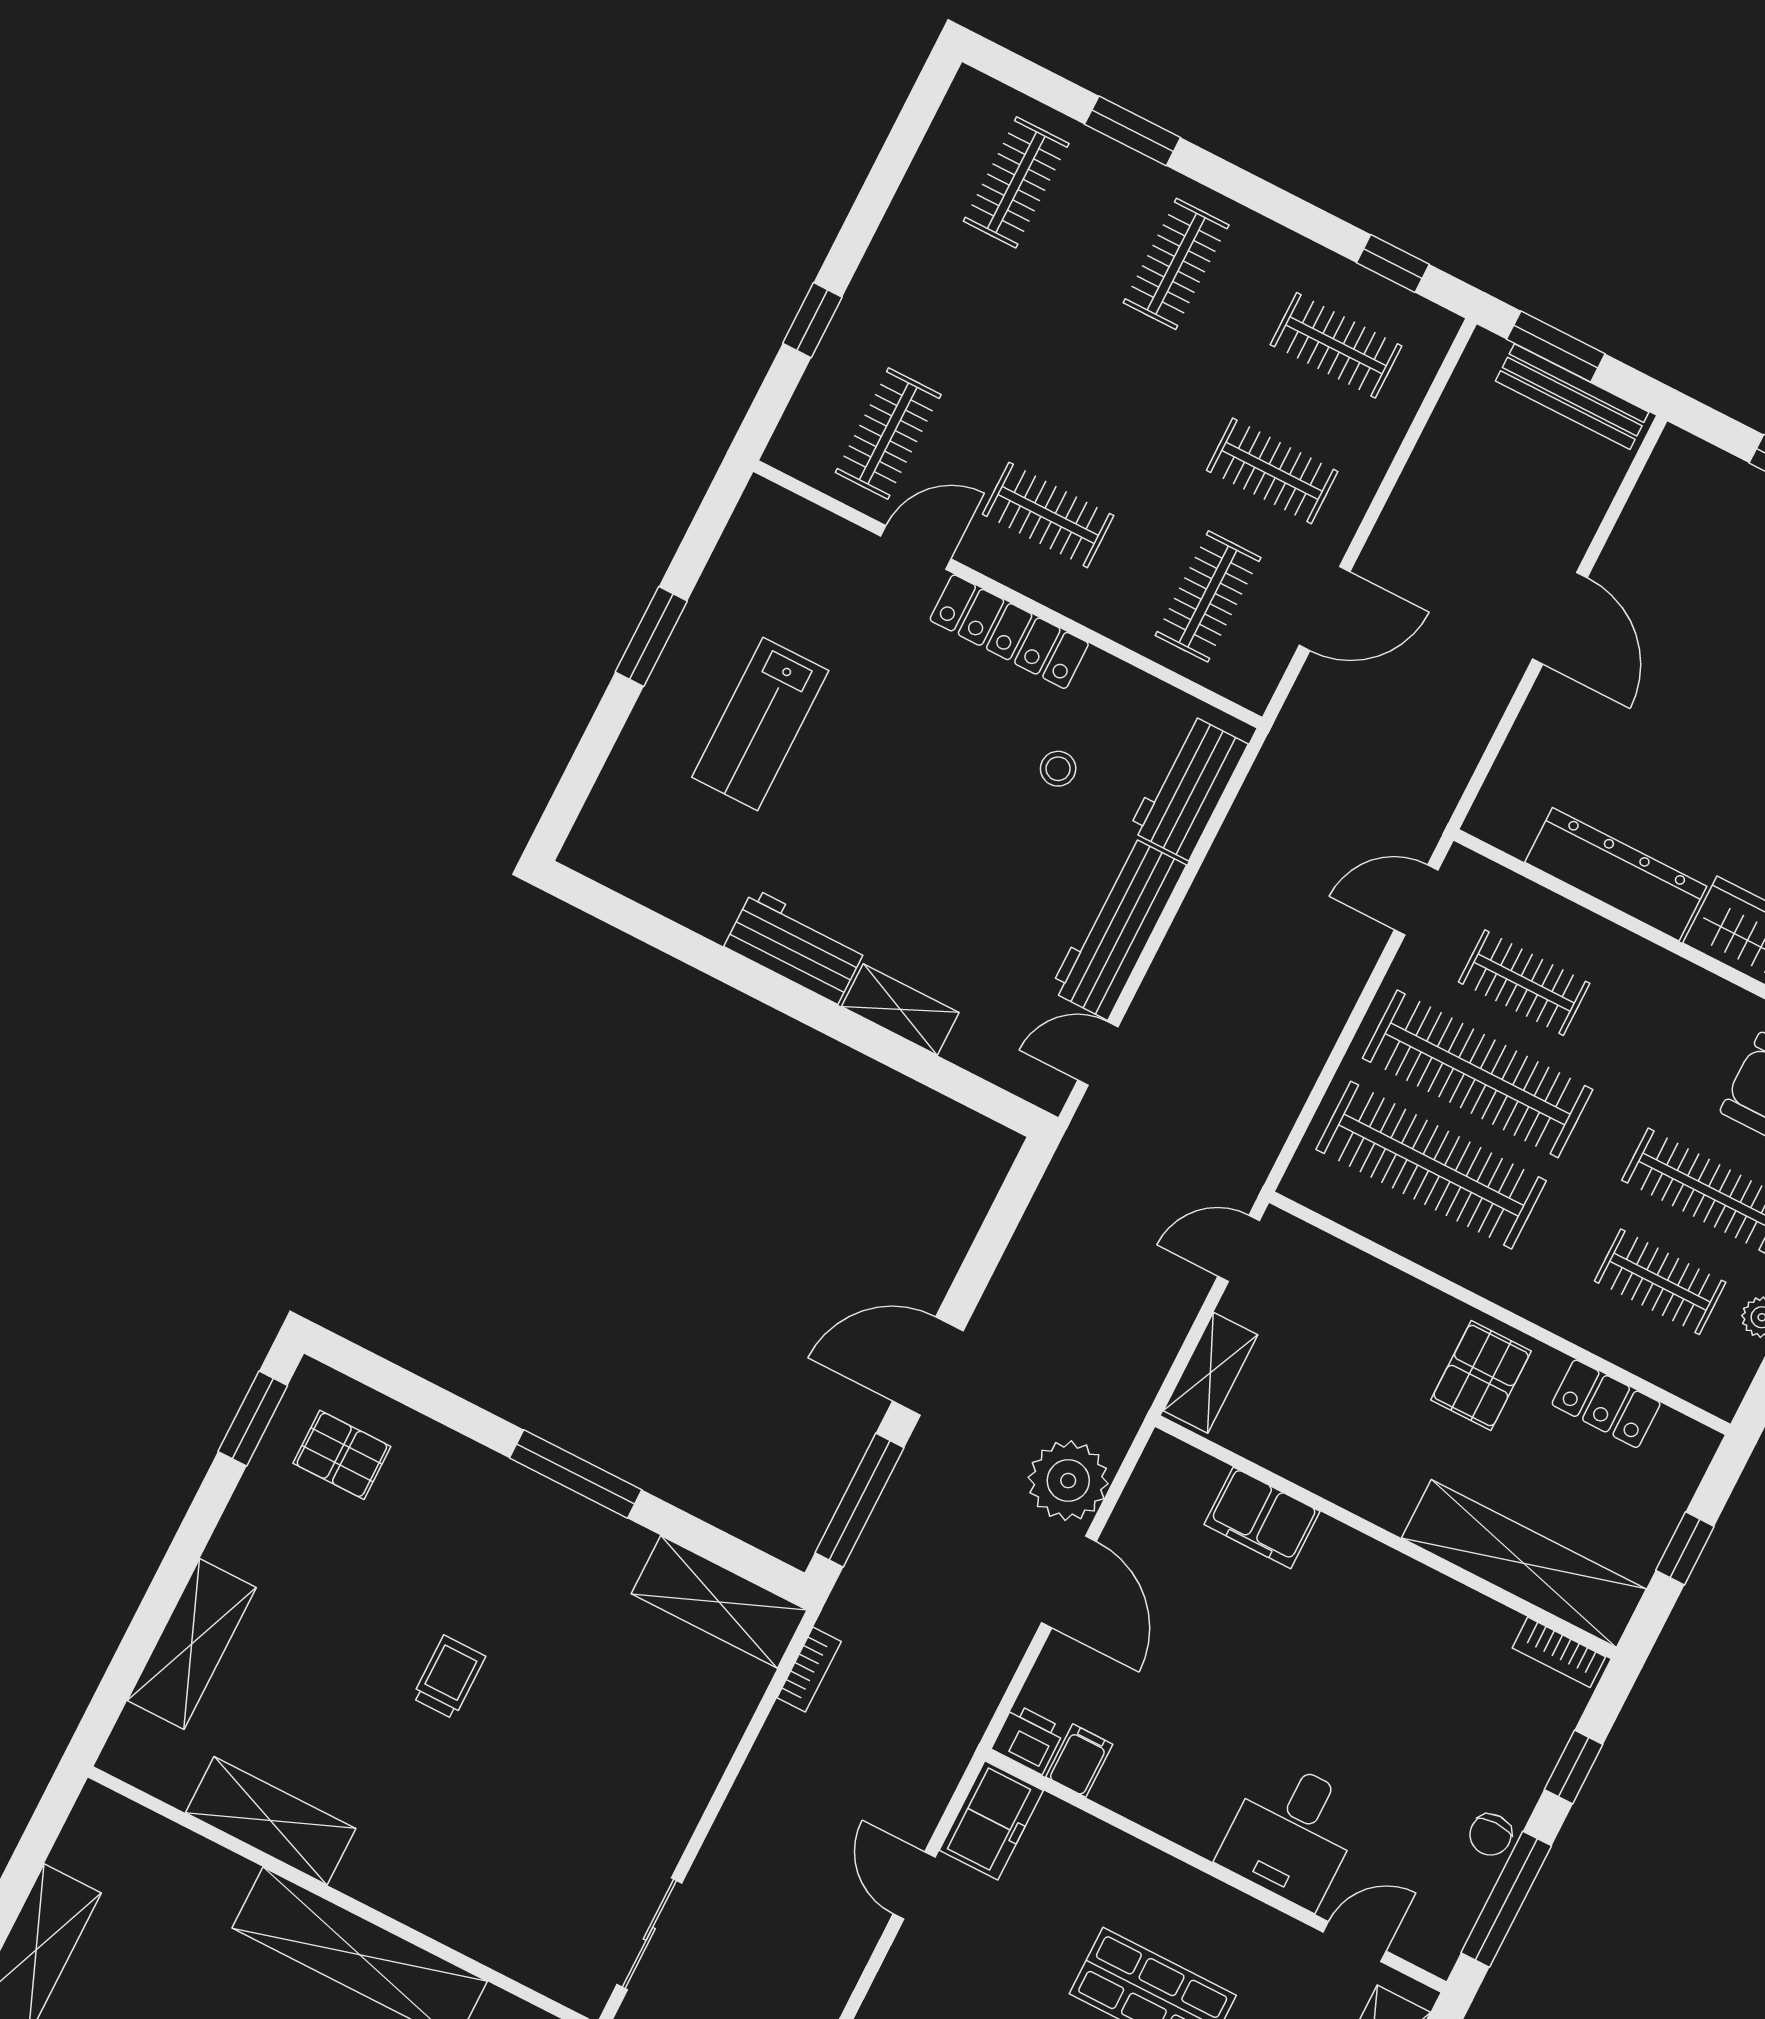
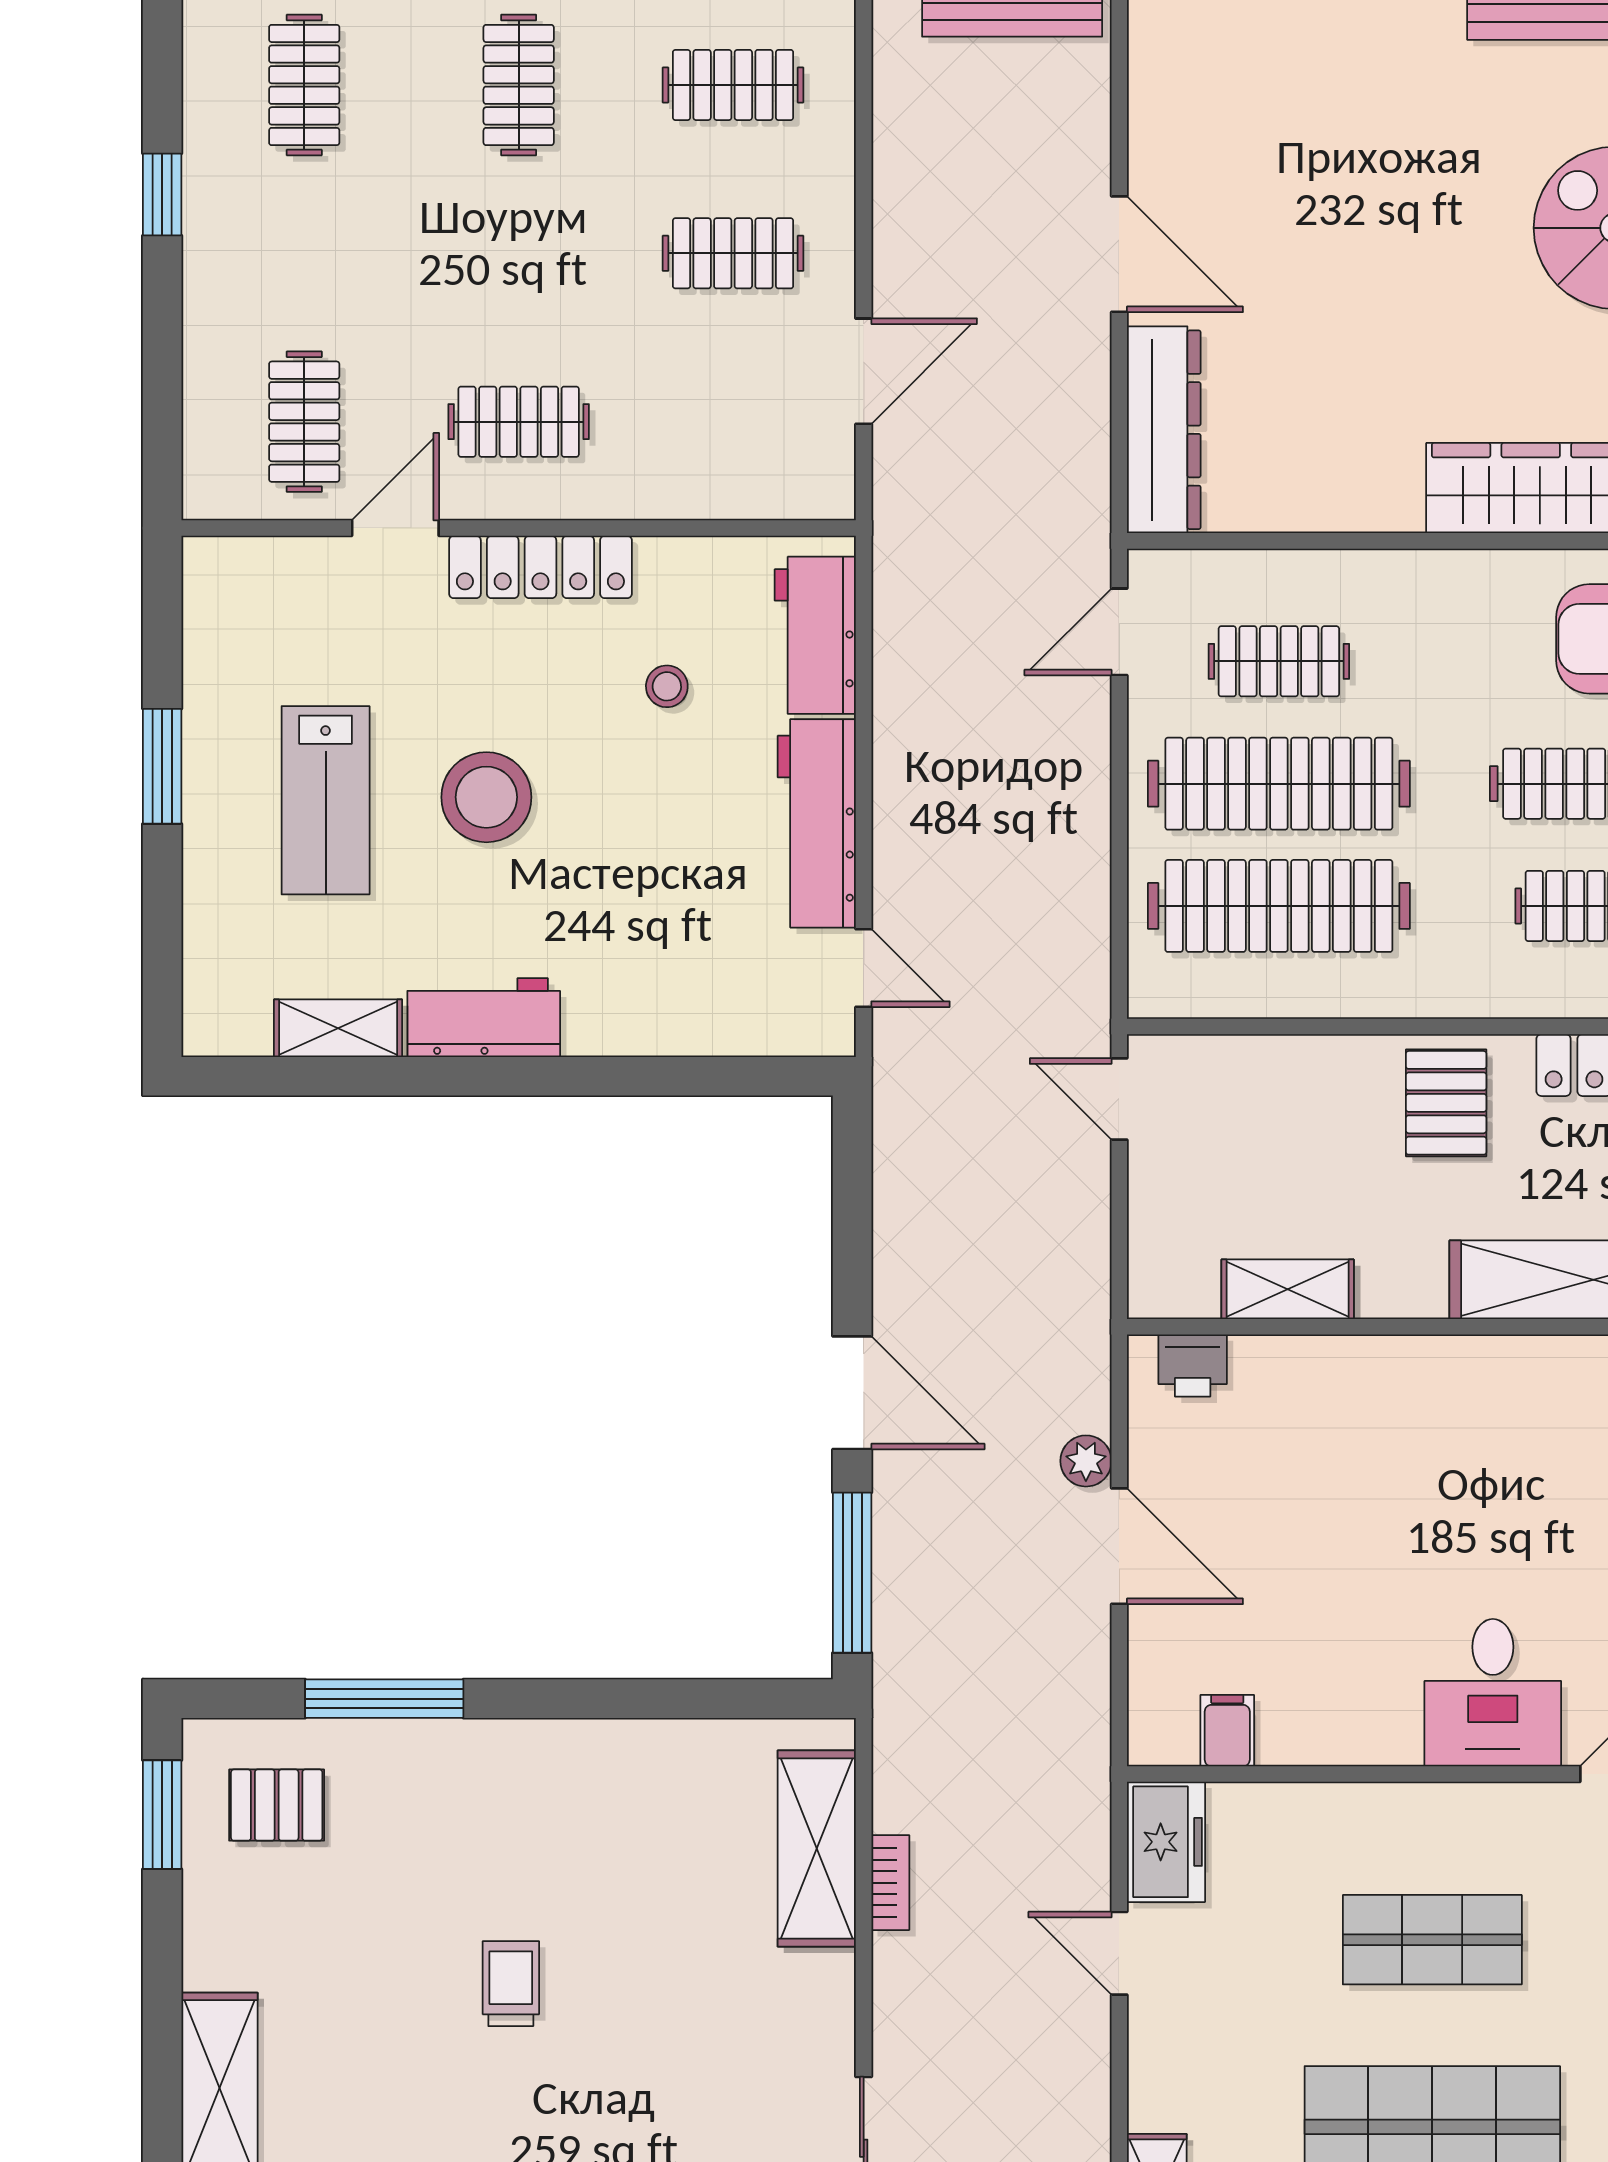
window: (812, 320) -> (162, 194), moved
clothes rail: (1208, 596) -> (733, 422), removed
stool: (881, 783) -> (486, 797), added
dresser: (1616, 874) -> (1164, 430), moved, turned 90
shelving: (900, 1009) -> (338, 1028), moved
door: (1098, 1054) -> (864, 968), swing flipped
door: (1239, 1248) -> (1119, 1099), hinge flipped
door: (928, 1366) -> (852, 1393), swing flipped
shelving: (1211, 1373) -> (1288, 1289), moved, turned 90
window: (576, 1474) -> (384, 1699), moved
plant: (1068, 1481) -> (1086, 1461), width x0.53, depth x0.53
filing cabinet: (1262, 1518) -> (1290, 1373), removed
shelving: (719, 1602) -> (817, 1849), moved, turned 90
bookcase: (809, 1670) -> (890, 1883), moved
printer: (1028, 1739) -> (1193, 1366), moved, turned 180

